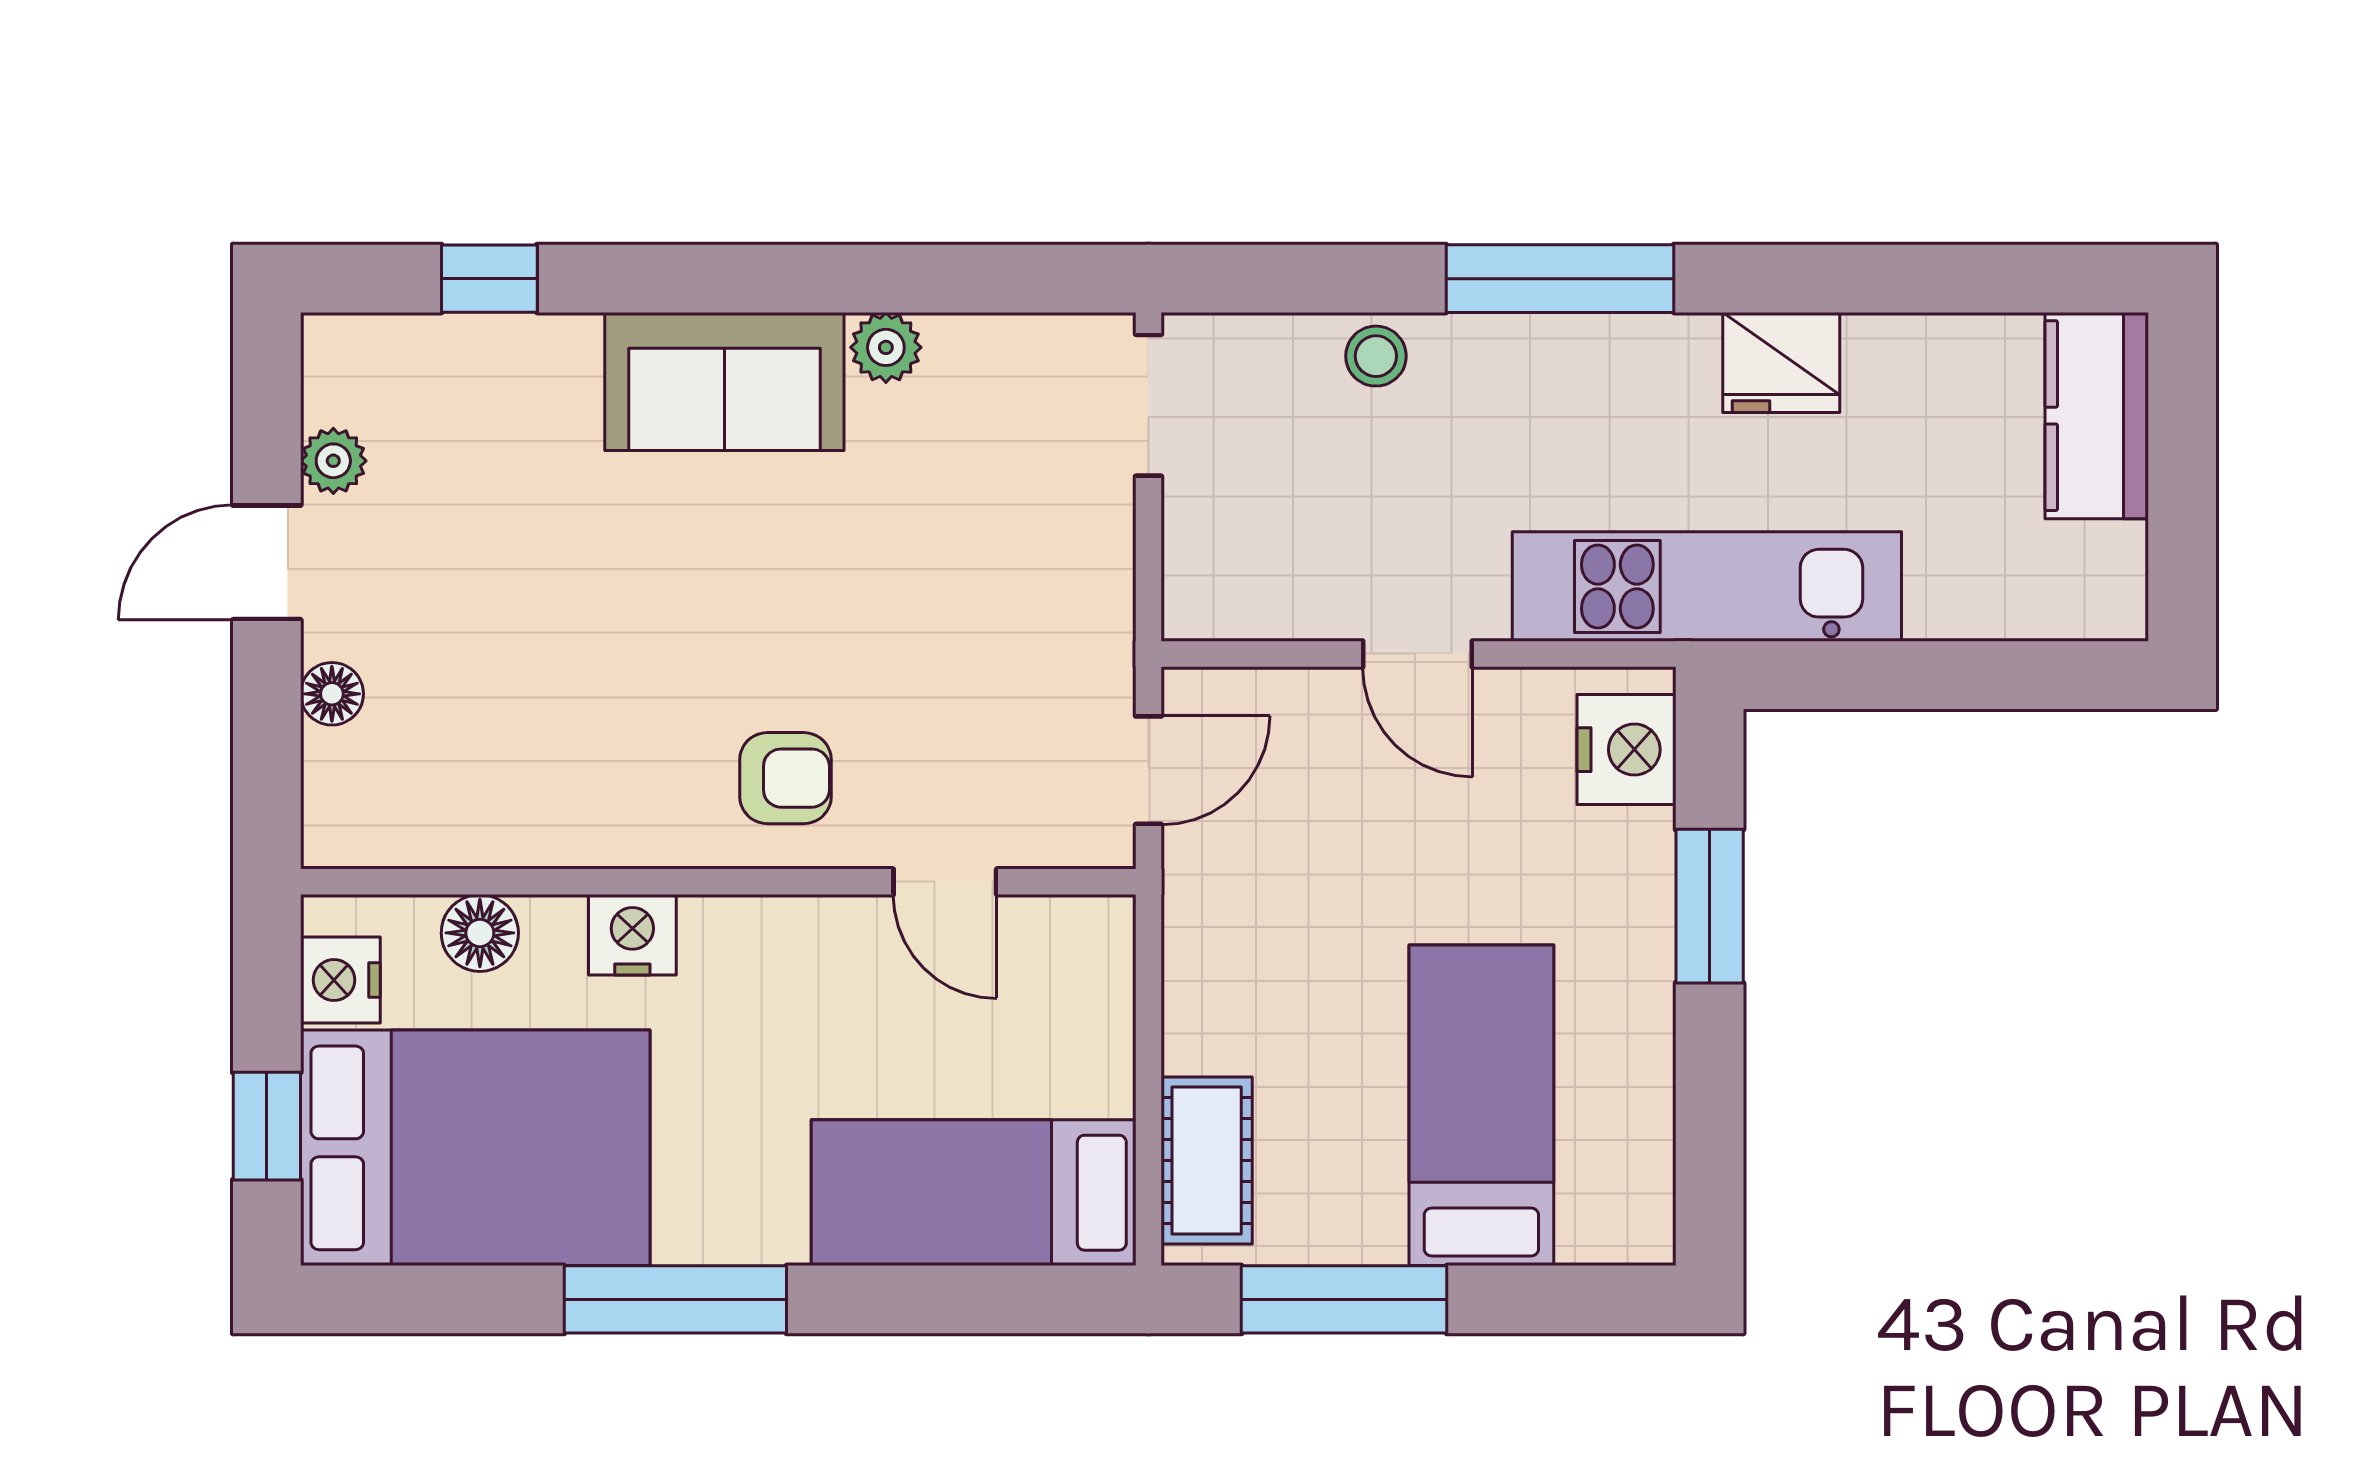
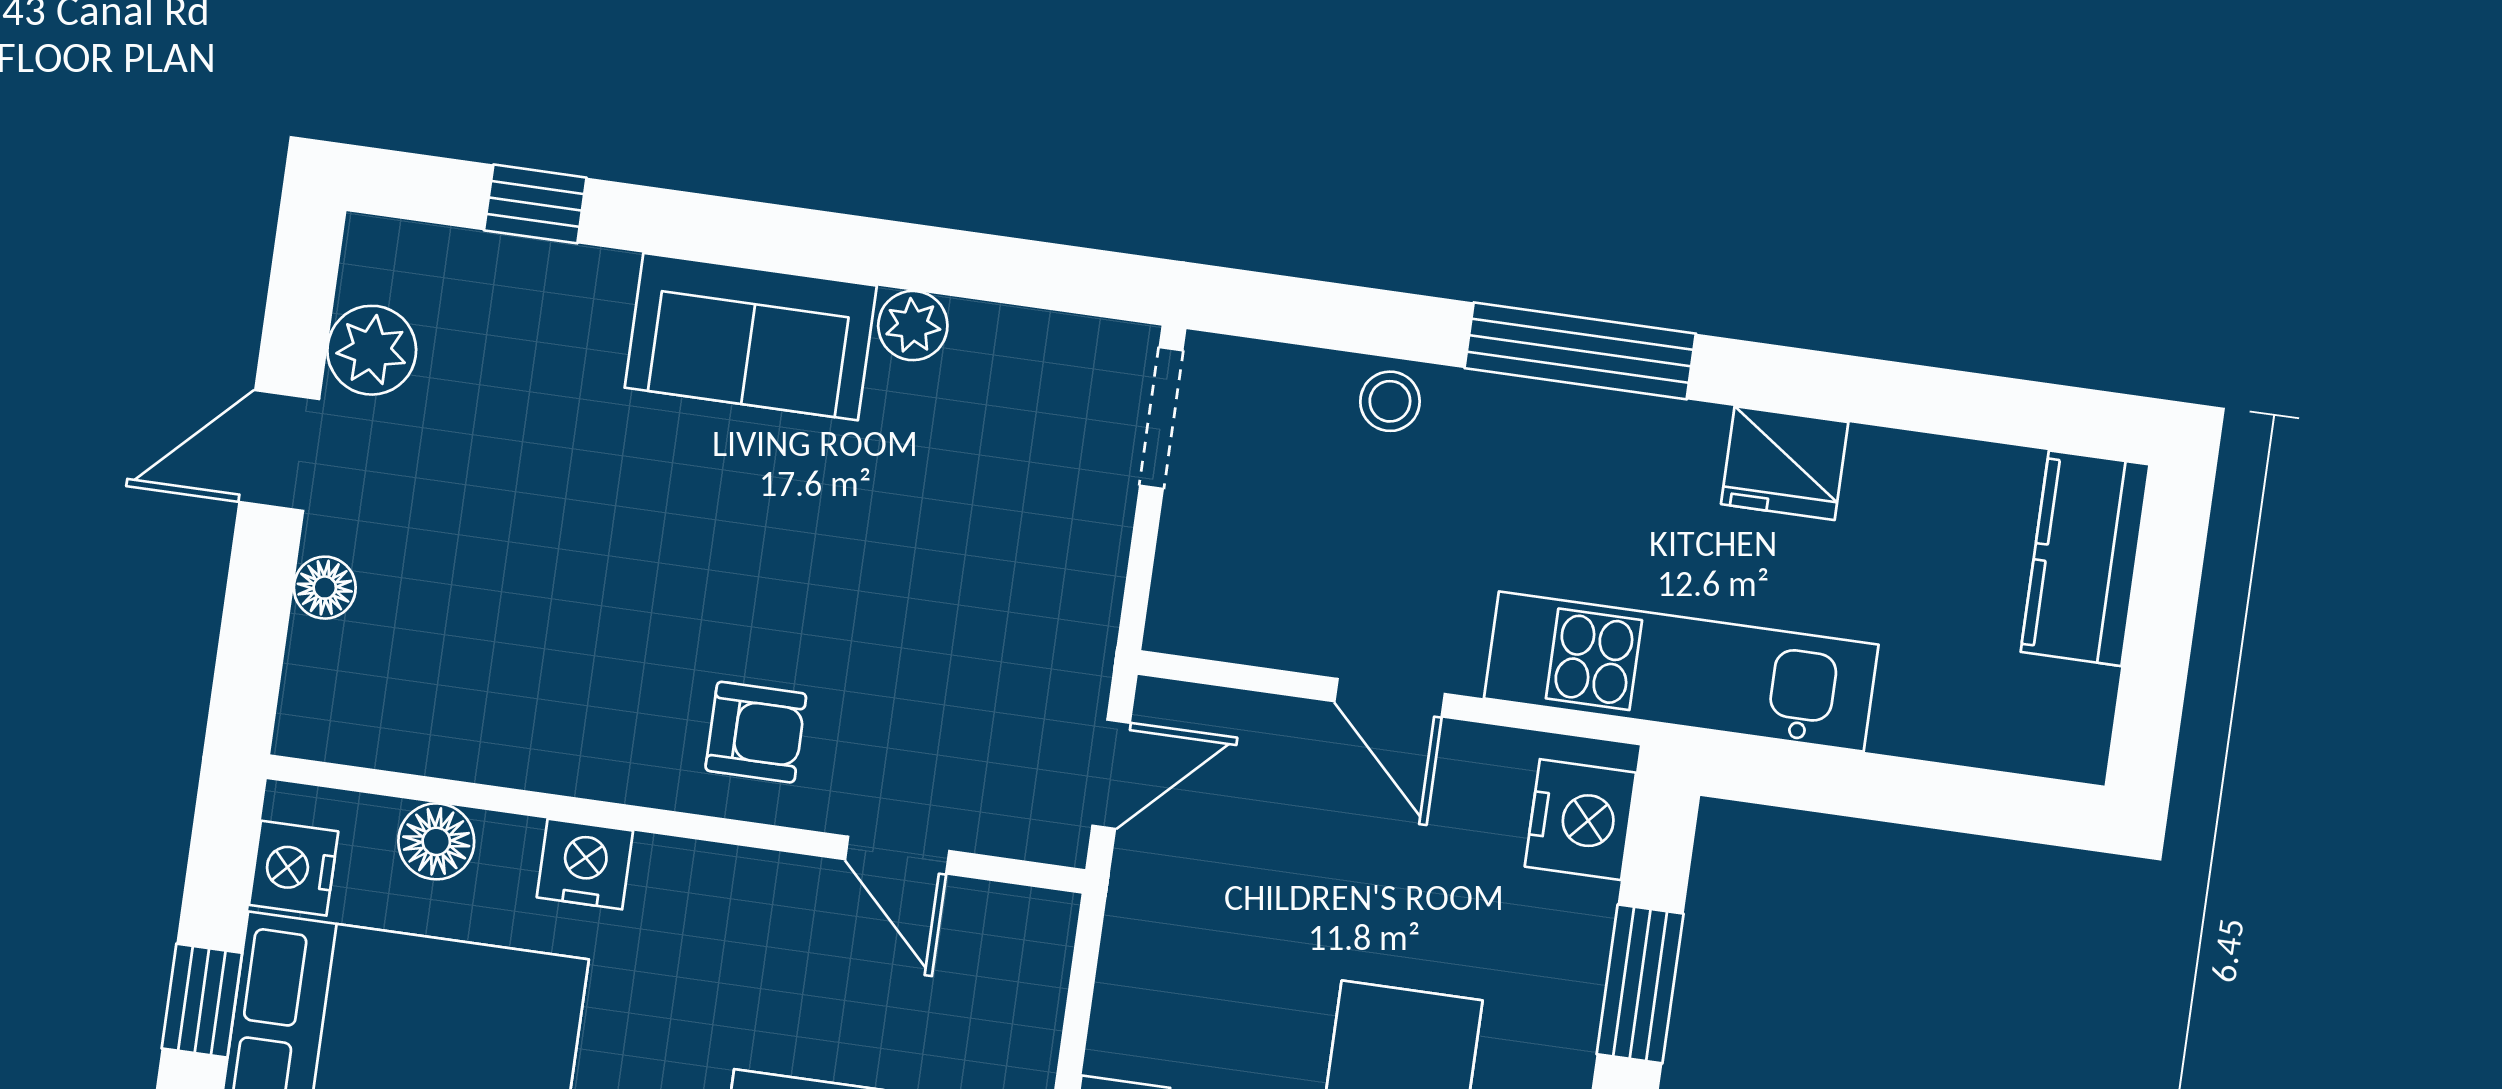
plant: (333, 461) -> (372, 350), width x1.38, depth x1.38

